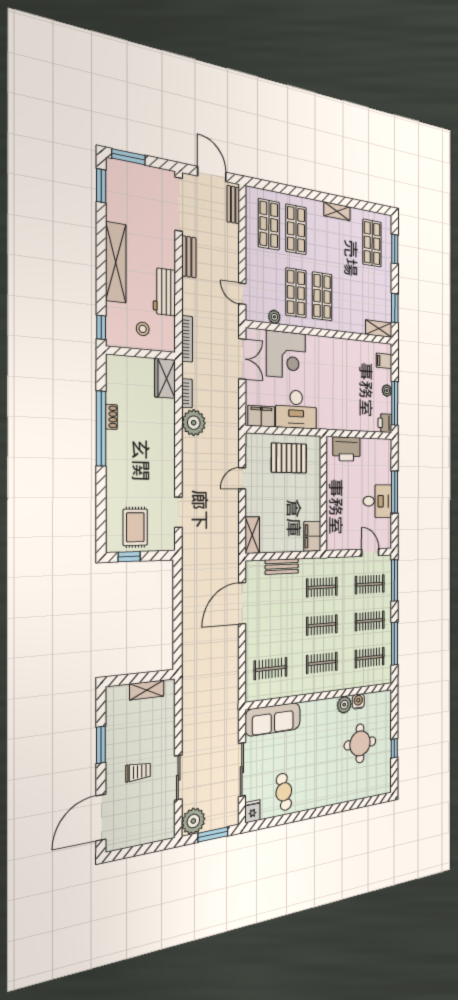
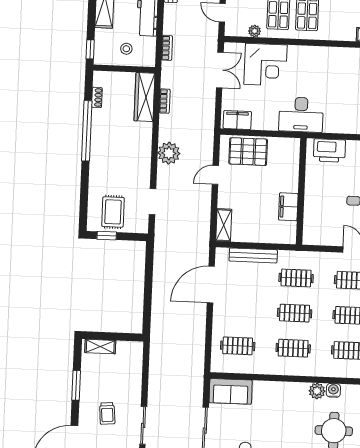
bookcase: (187, 339) -> (167, 48), width x0.64
wardrobe: (165, 378) -> (144, 97), width x1.50
desk: (296, 409) -> (301, 115), moved
shoe rack: (111, 417) -> (97, 97), moved
plant: (194, 423) -> (169, 153), moved
pallet: (289, 458) -> (248, 152), moved
filing cabinet: (312, 536) -> (288, 207), moved
bench: (282, 567) -> (253, 255), width x1.36
shelving: (147, 690) -> (100, 347), moved
sofa: (273, 719) -> (231, 391), width x0.73
trolley: (138, 772) -> (107, 413), turned 85

